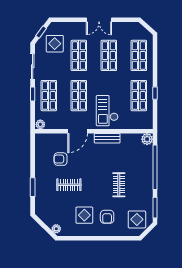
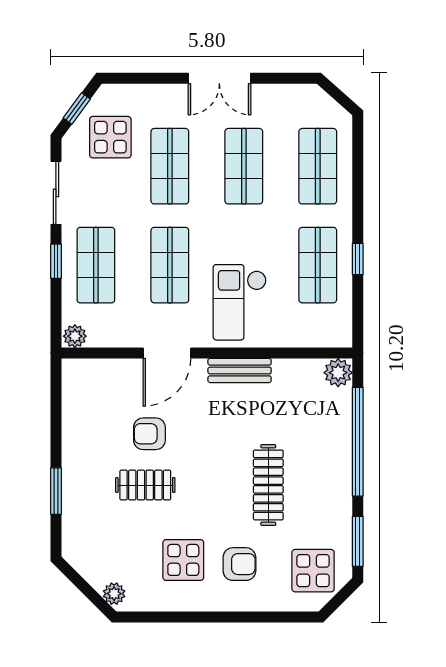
armchair: (61, 159) -> (149, 434), moved
clothes rail: (119, 185) -> (268, 485), width x1.36
armchair: (107, 217) -> (239, 564), turned -90

